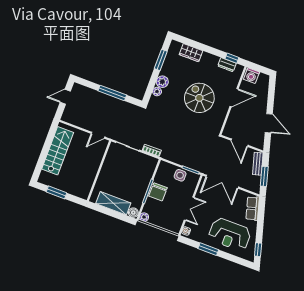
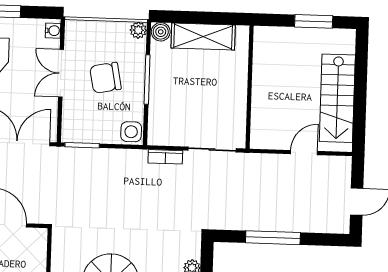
door: (98, 135) -> (304, 153), moved
side table: (180, 175) -> (131, 132), moved
chair: (158, 192) -> (105, 78), moved, turned -101

